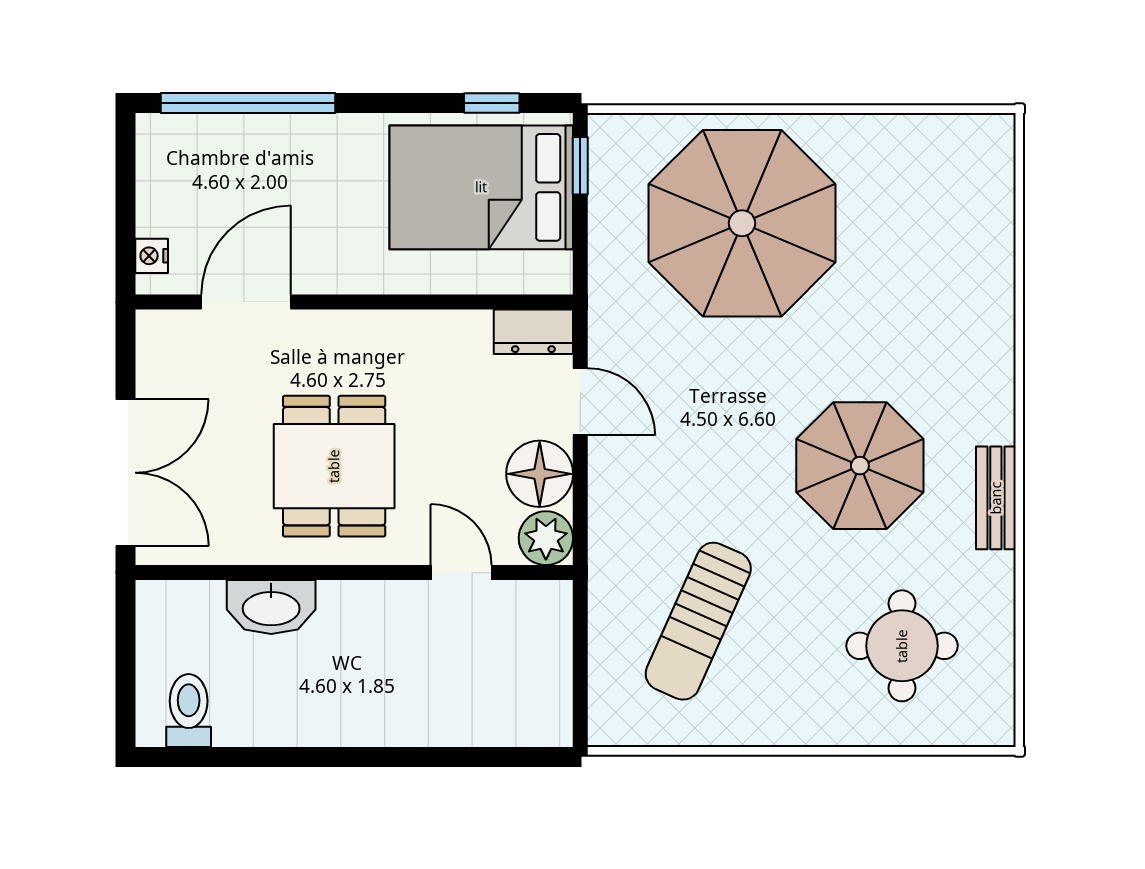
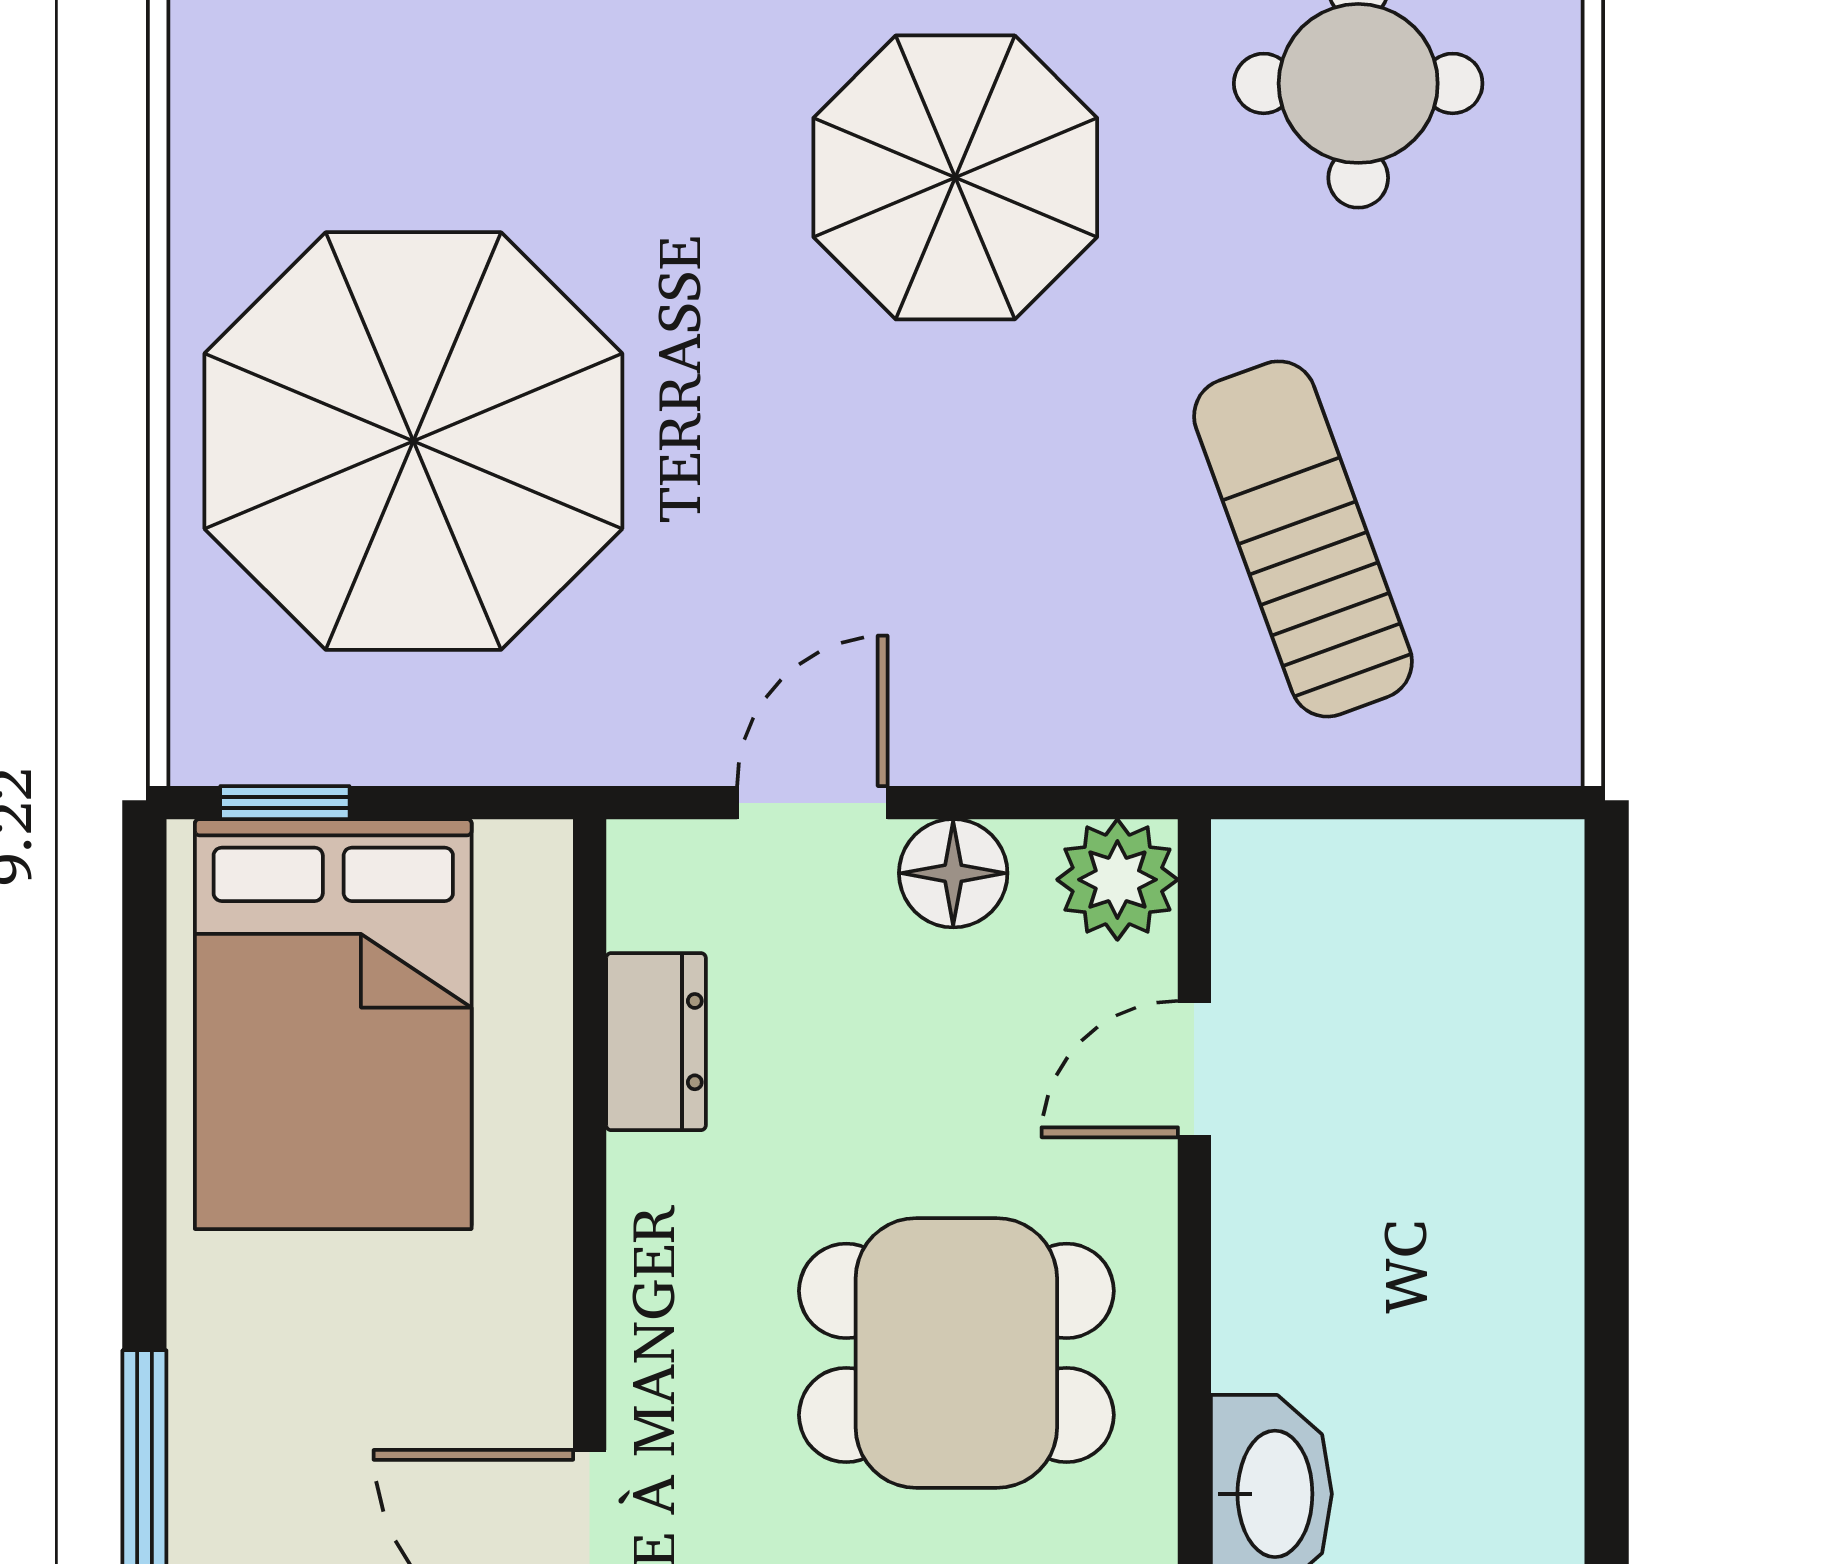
window: (492, 103) -> (144, 1000), removed
dresser: (533, 332) -> (656, 1042), moved
floor lamp: (540, 474) -> (953, 873), width x0.73, depth x0.73
sun lounger: (698, 621) -> (1303, 539), turned -134

